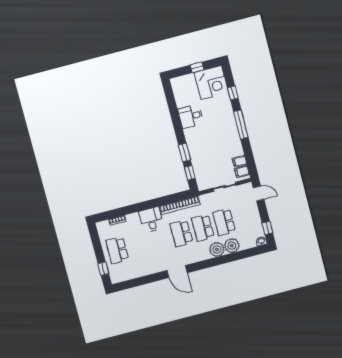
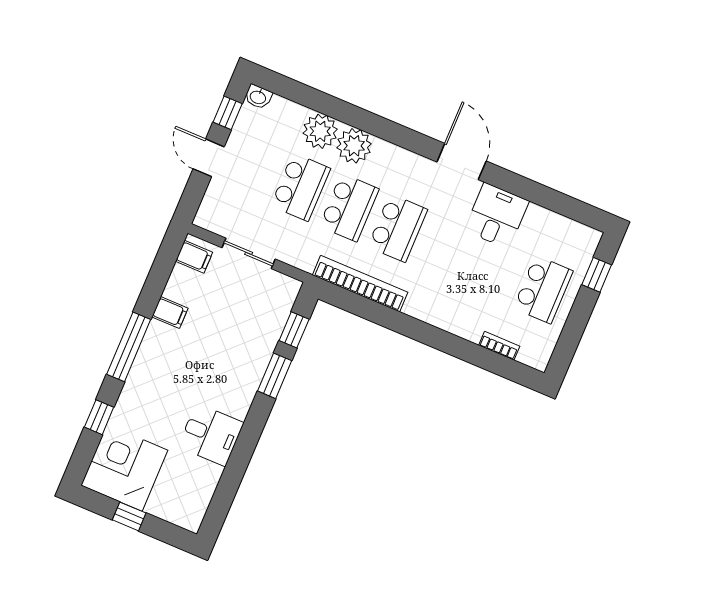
filing cabinet: (240, 161) -> (170, 313), moved
door: (259, 194) -> (209, 158), moved
desk: (151, 220) -> (497, 216), moved, turned 180

